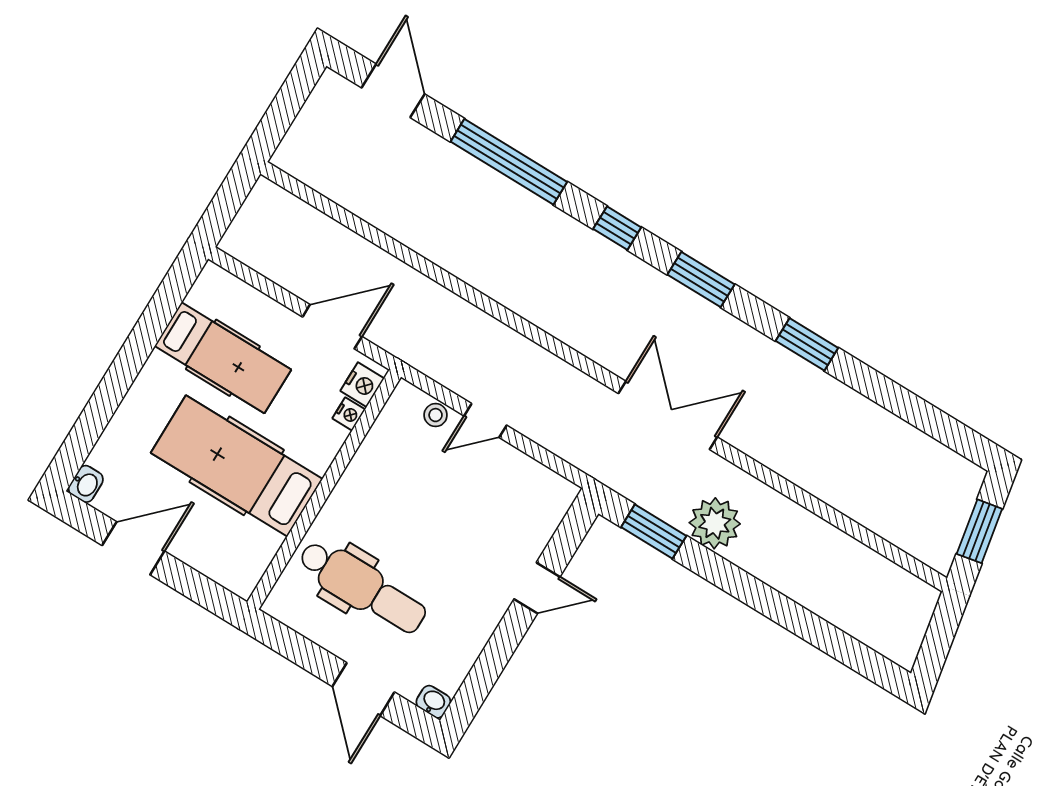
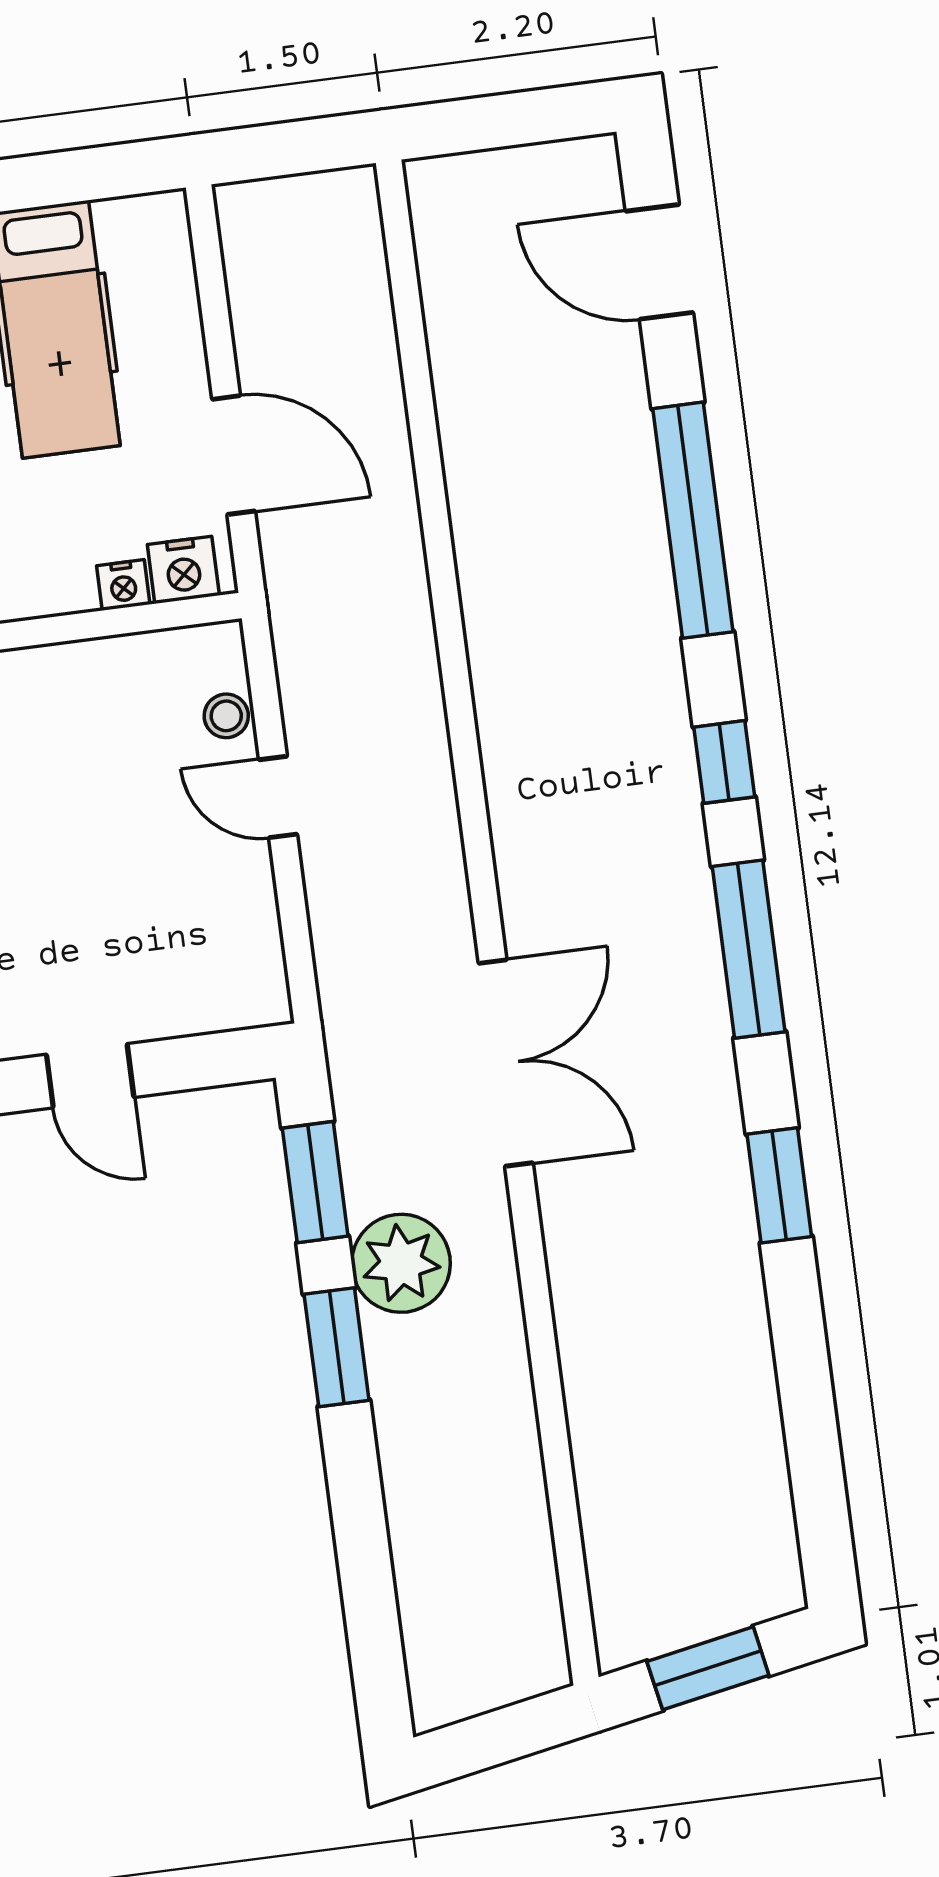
door: (393, 91) -> (659, 262), swing flipped
window: (701, 280) -> (749, 949), width x1.44
window: (728, 577) -> (337, 1347), added

